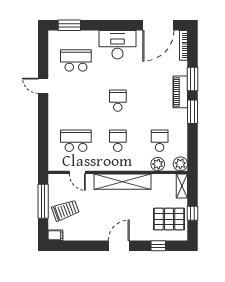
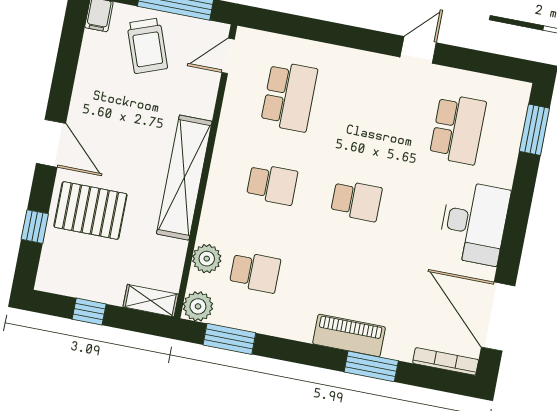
window: (192, 112) -> (229, 339), moved
door: (77, 172) -> (228, 56), moved
pallet: (169, 219) -> (90, 210), moved, turned 90

